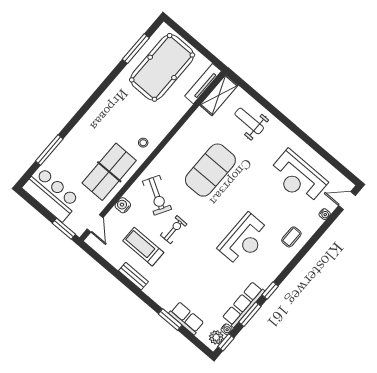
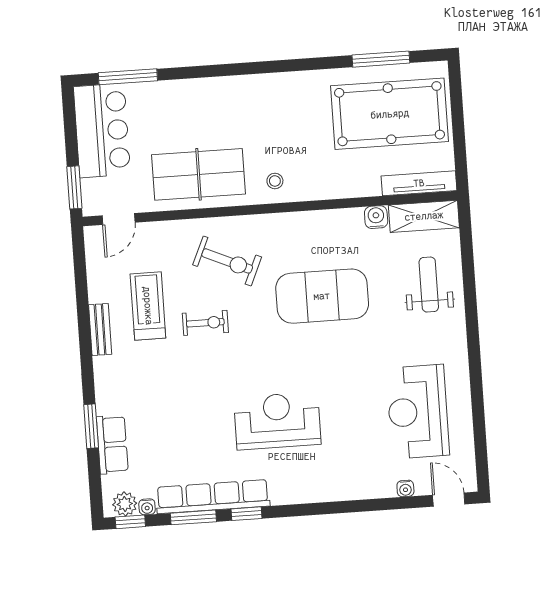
window: (49, 150) -> (128, 77), moved
exercise bike: (157, 195) -> (227, 261), turned -96
water cooler: (123, 205) -> (376, 217), moved
coffee table: (291, 237) -> (338, 475), removed
reception desk: (244, 240) -> (277, 421), turned 180
row of seats: (243, 304) -> (213, 497), width x1.36

